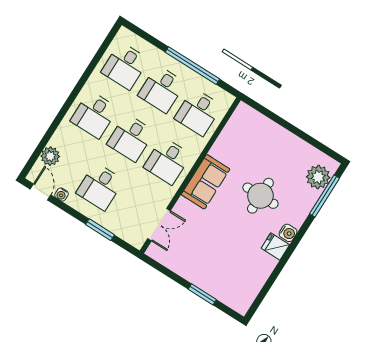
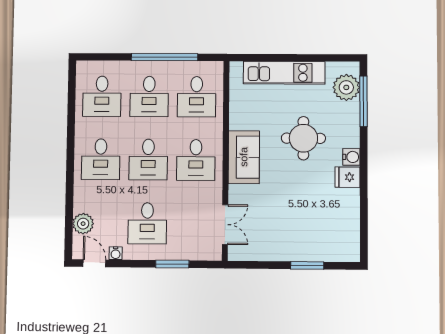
kitchen unit: (277, 136) -> (284, 73), added

